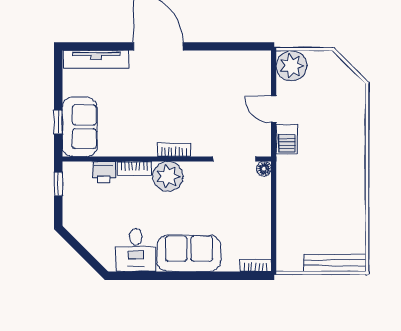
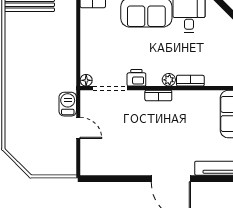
plant: (291, 66) -> (64, 163), removed
printer: (104, 172) -> (136, 78), moved
plant: (168, 176) -> (169, 80), width x0.53, depth x0.53

